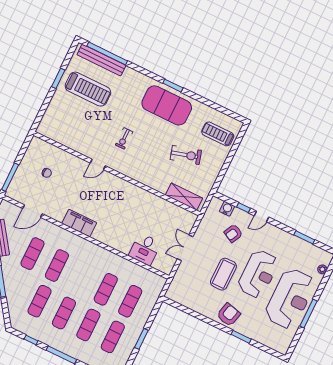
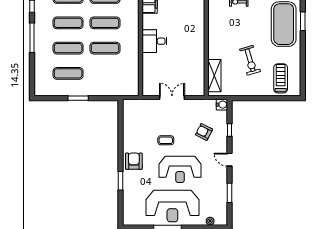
water cooler: (227, 209) -> (222, 105), moved
door: (262, 216) -> (229, 160), moved
desk: (145, 249) -> (154, 41), moved
coffee table: (223, 274) -> (166, 140), width x0.54, depth x0.58
exercise mat: (130, 301) -> (105, 23), moved
armchair: (229, 315) -> (134, 161), turned -104

